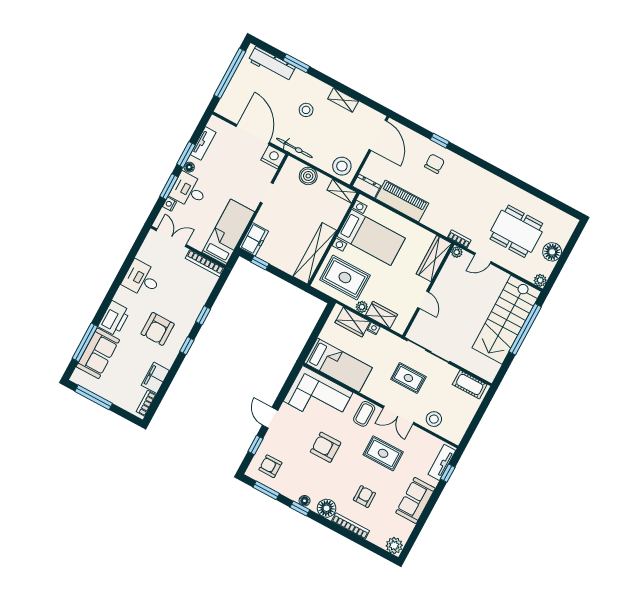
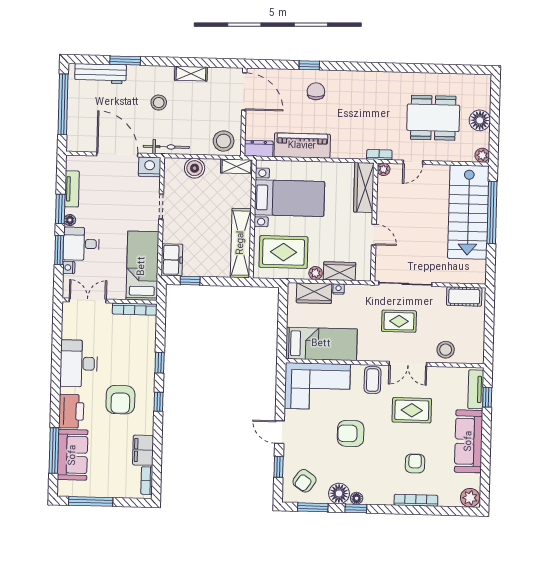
desk: (142, 279) -> (79, 363), width x1.37
armchair: (270, 466) -> (304, 481), turned -55
sofa: (415, 500) -> (469, 441), width x1.36
floor lamp: (327, 508) -> (339, 493), moved

